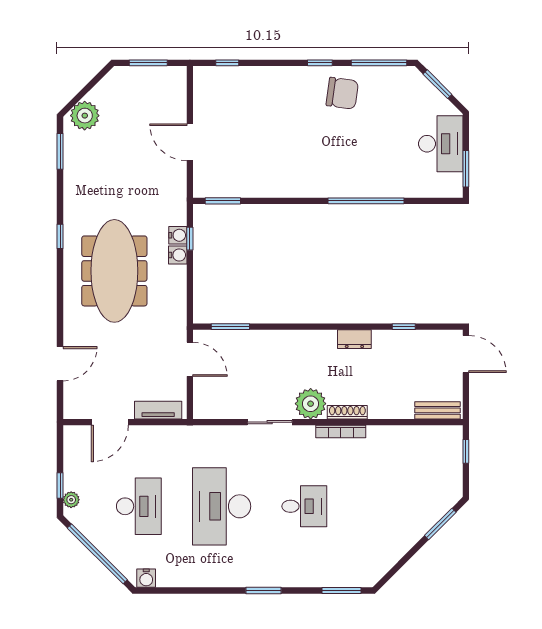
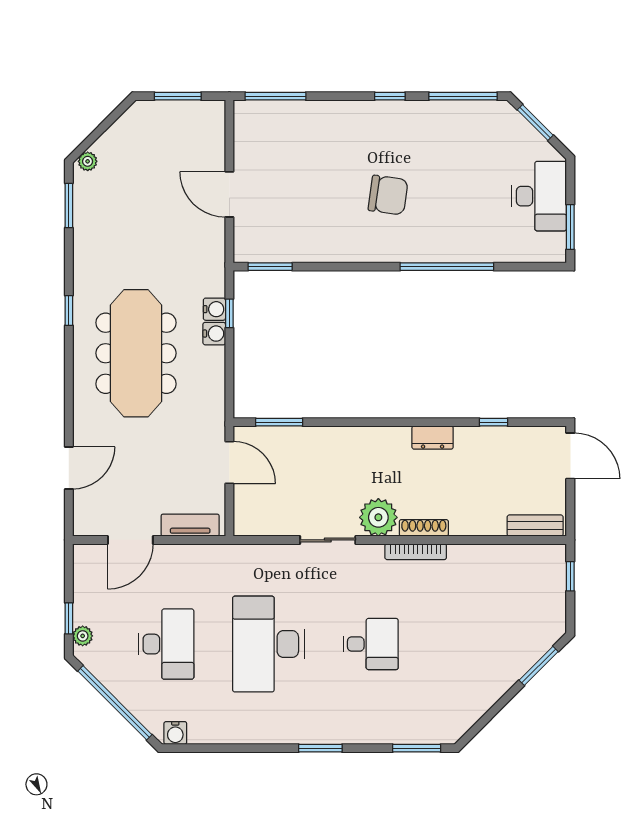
window: (227, 63) -> (275, 96), width x2.17
chair: (342, 93) -> (388, 195), moved
plant: (85, 116) -> (88, 161), width x0.53, depth x0.53

